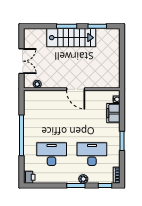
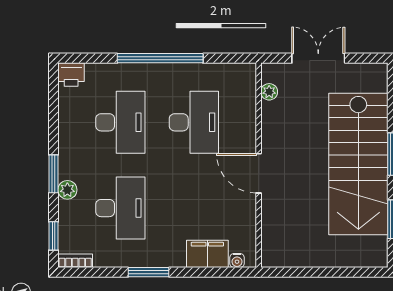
stairs: (71, 38) -> (358, 164), width x1.36, depth x1.51
double door: (21, 61) -> (318, 58), swing flipped
door: (76, 89) -> (259, 173), hinge flipped
desk: (52, 119) -> (194, 122), added

